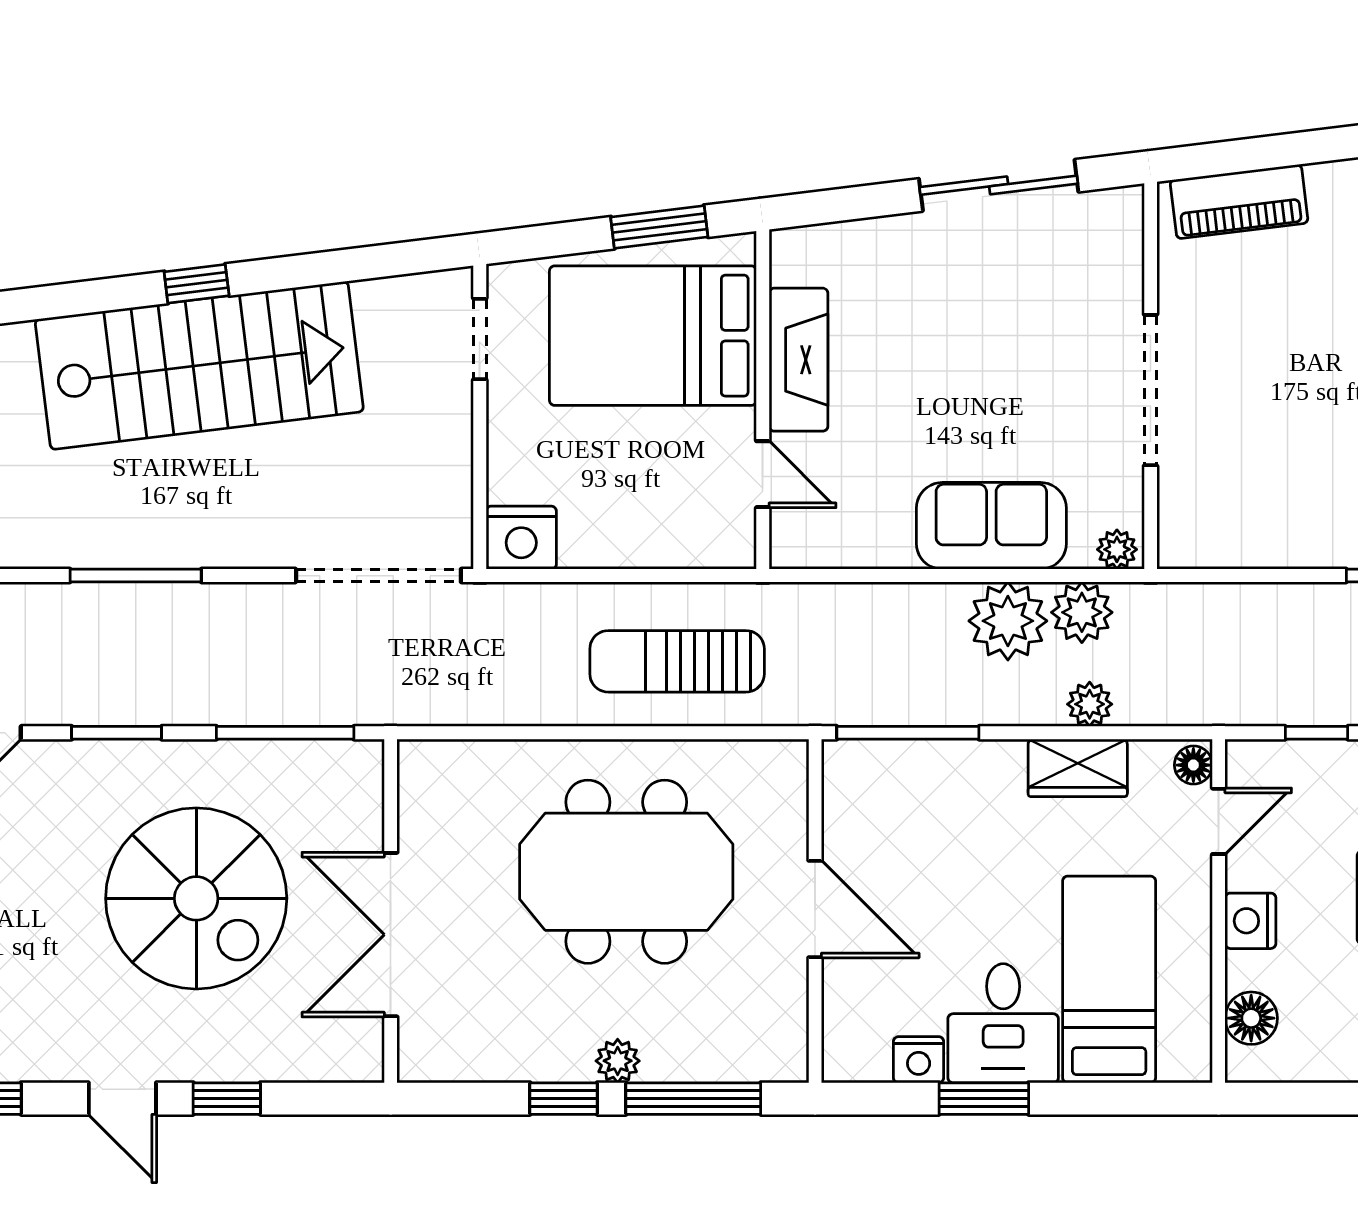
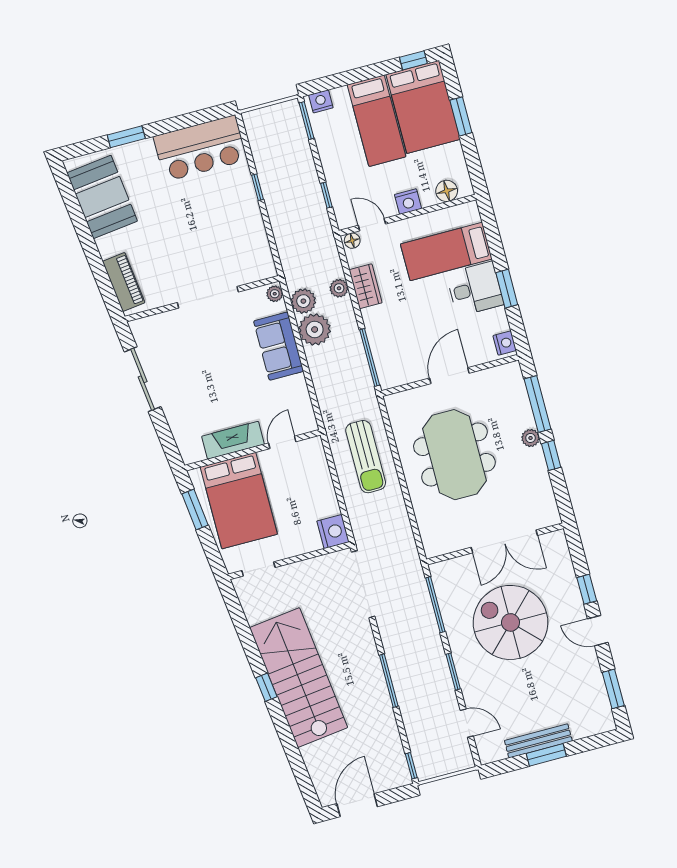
spiral stairs: (196, 898) -> (511, 622), turned -90
nightstand: (919, 1060) -> (505, 343), moved
door: (122, 1099) -> (598, 631), swing flipped

